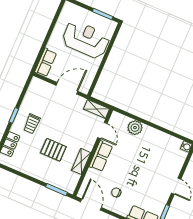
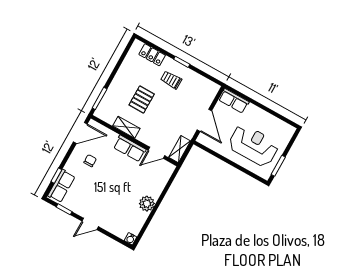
reception desk: (86, 39) -> (253, 145), turned -90
plant: (135, 128) -> (147, 204), moved

